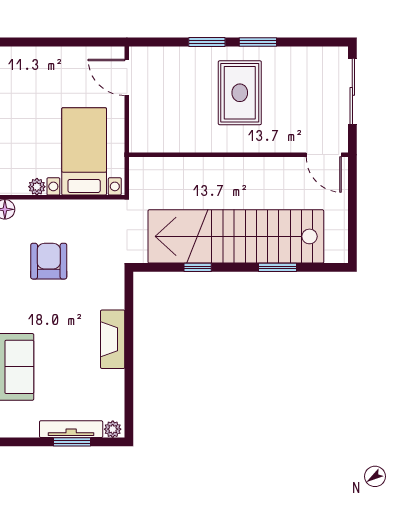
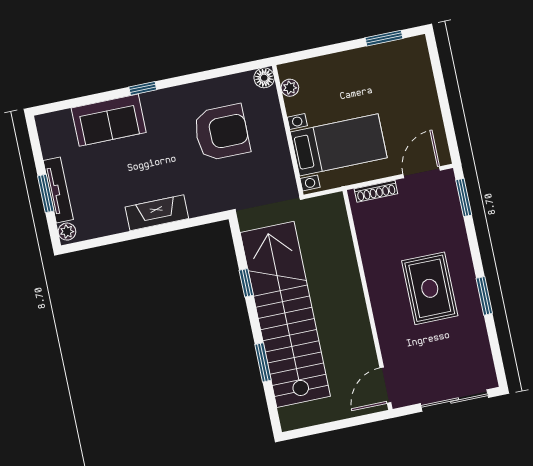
window: (207, 42) -> (464, 198), moved
rug: (240, 93) -> (430, 288), turned 90
shoe rack: (136, 125) -> (376, 191), added
plant: (37, 187) -> (290, 88), moved
armchair: (49, 261) -> (222, 133), width x1.36, depth x1.36

